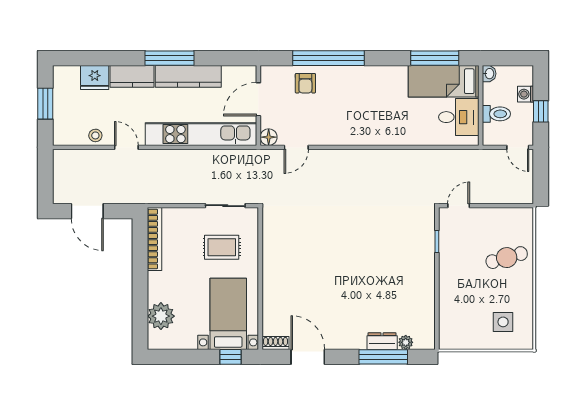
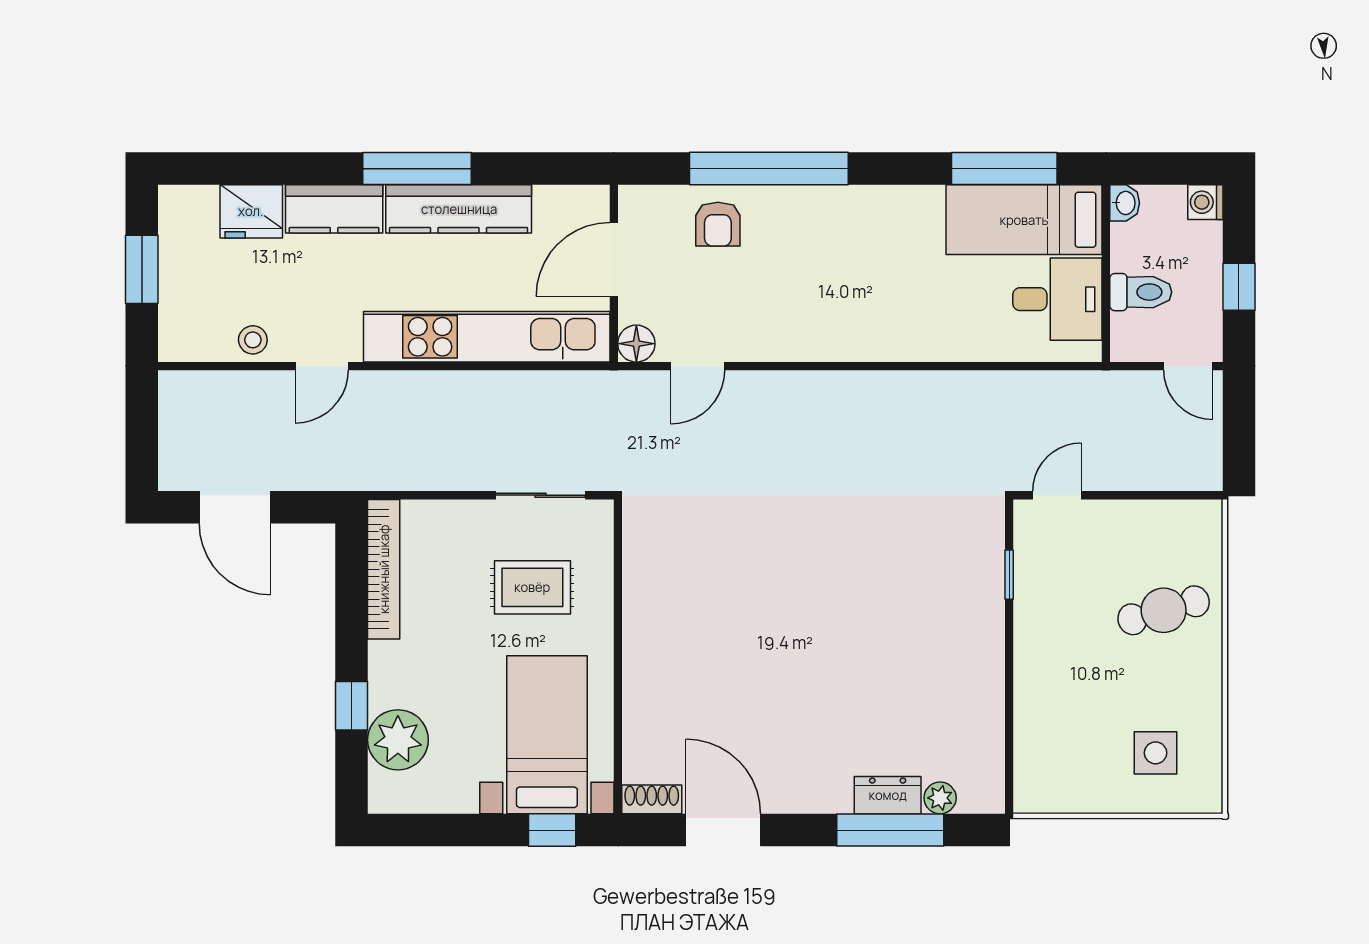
washing machine: (526, 94) -> (1205, 202), moved
door: (126, 147) -> (322, 366), swing flipped
window: (140, 301) -> (352, 706), added

